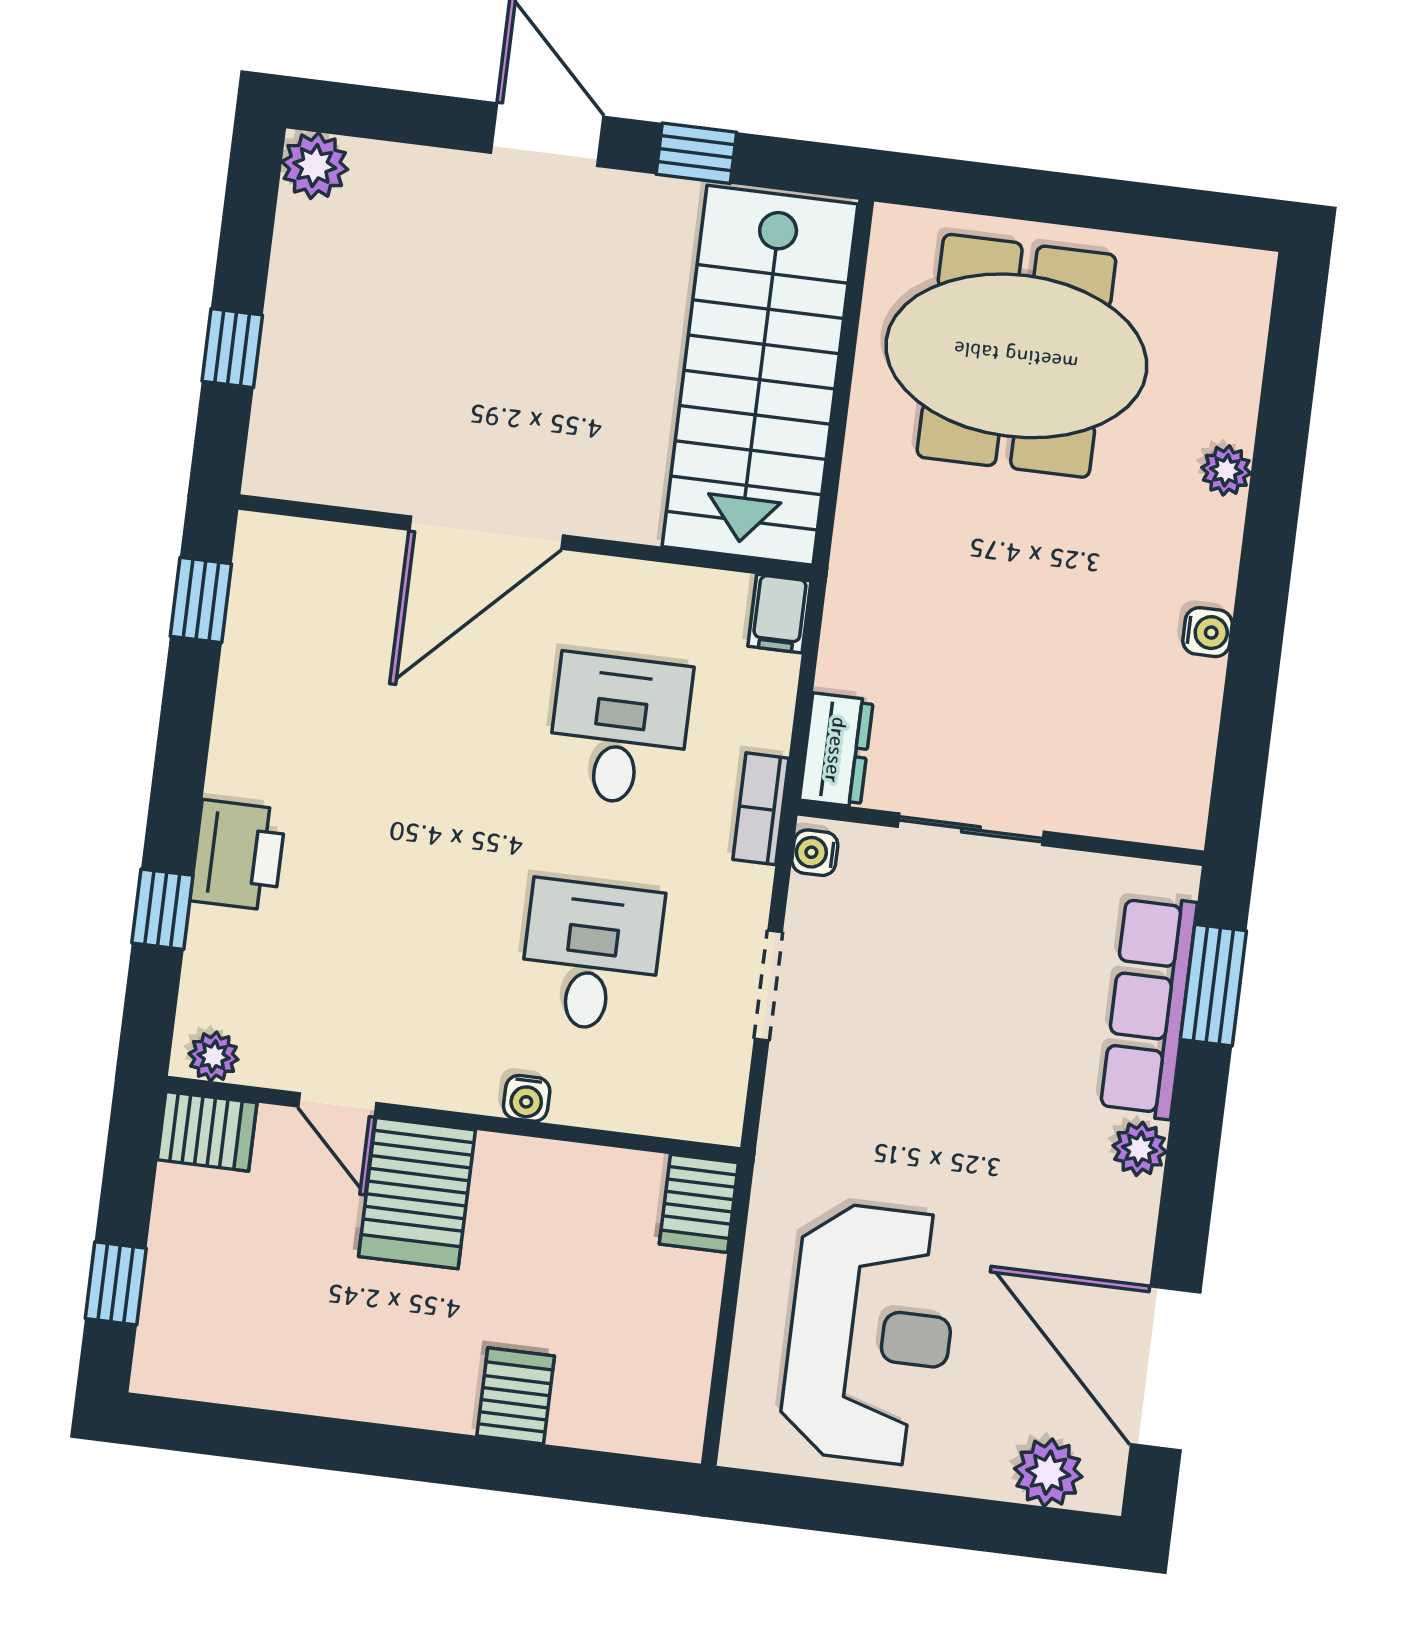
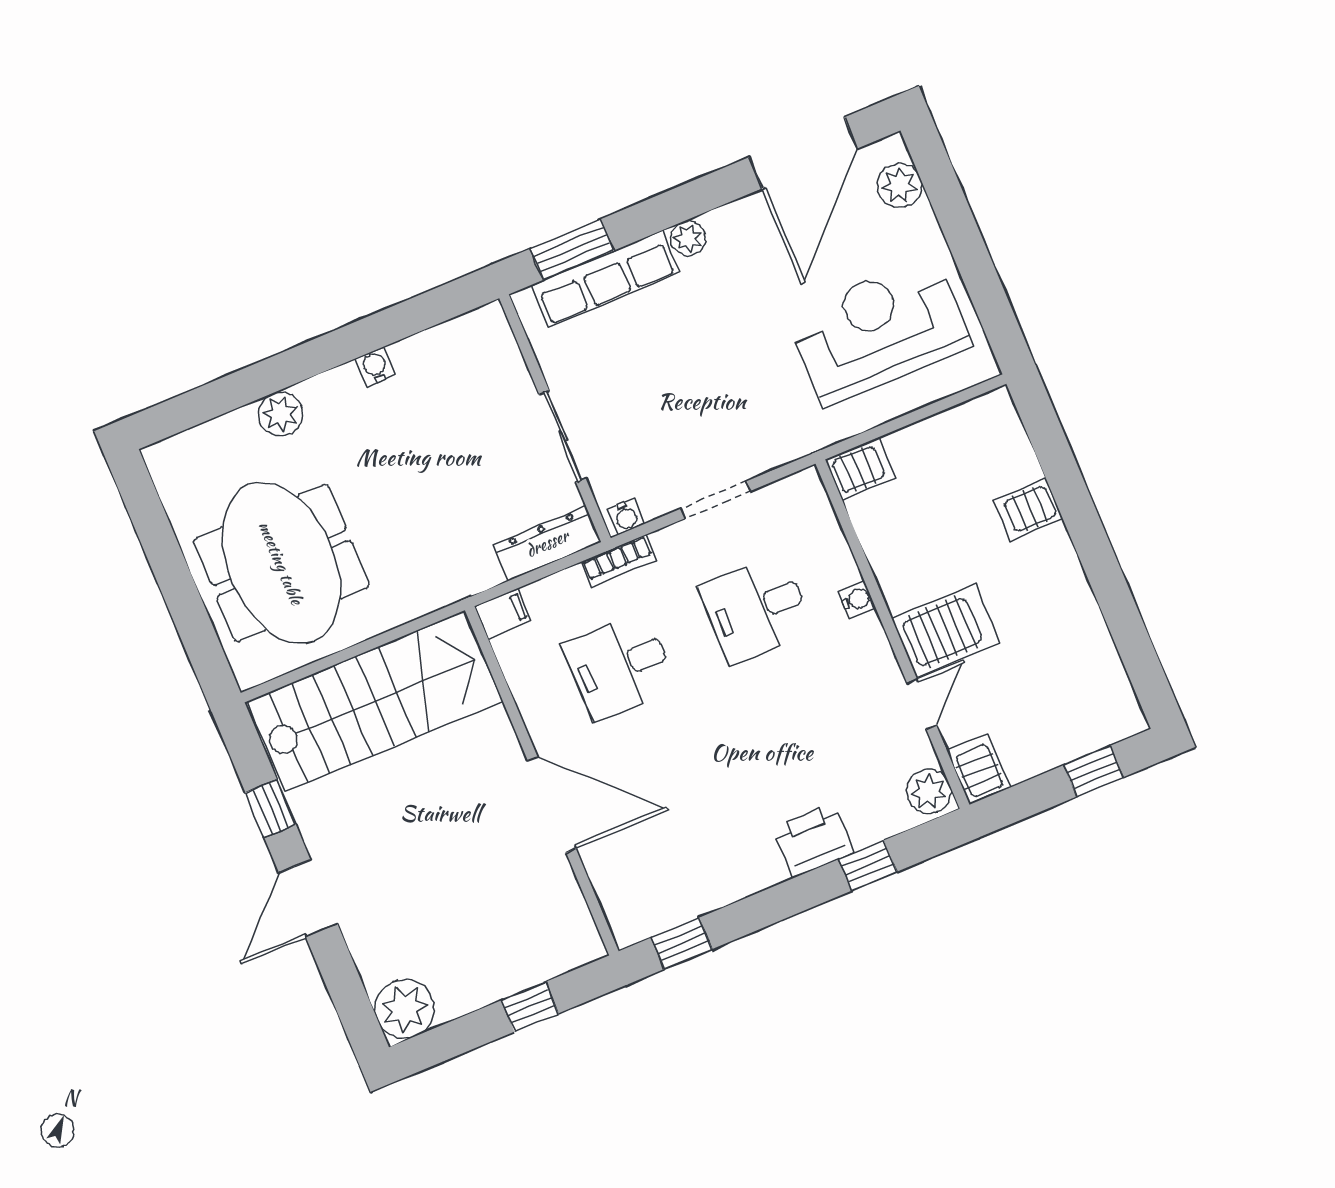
plant: (315, 166) -> (405, 1009), width x1.36, depth x1.36
plant: (1226, 470) -> (281, 414), width x1.38, depth x1.38
dresser: (836, 750) -> (547, 543), width x1.44
plant: (214, 1056) -> (929, 791), width x1.38, depth x1.38

